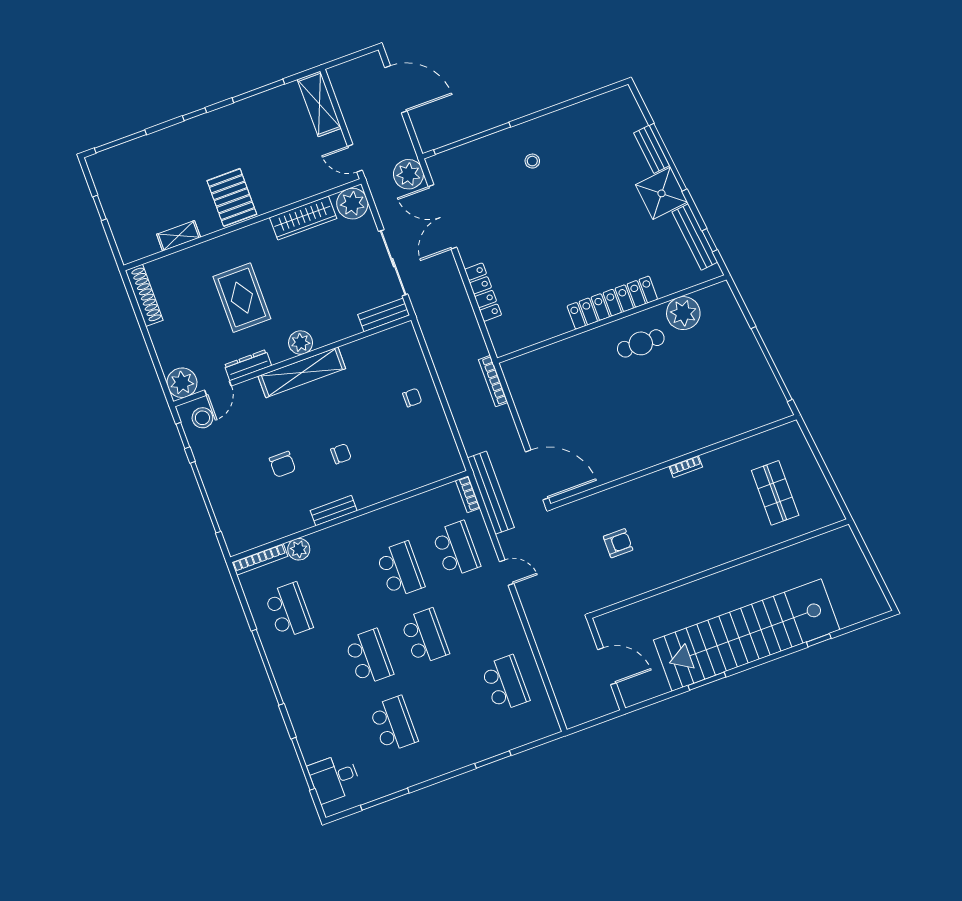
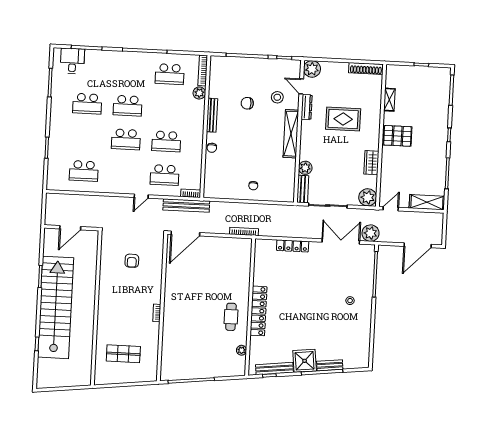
wardrobe: (303, 218) -> (371, 163), width x0.67
plant: (683, 313) -> (242, 350), width x0.53, depth x0.53
plant: (301, 343) -> (305, 168), moved
stool: (202, 418) -> (277, 97), moved
chair: (341, 454) -> (212, 148), moved
bench: (334, 511) -> (212, 115), width x1.36

